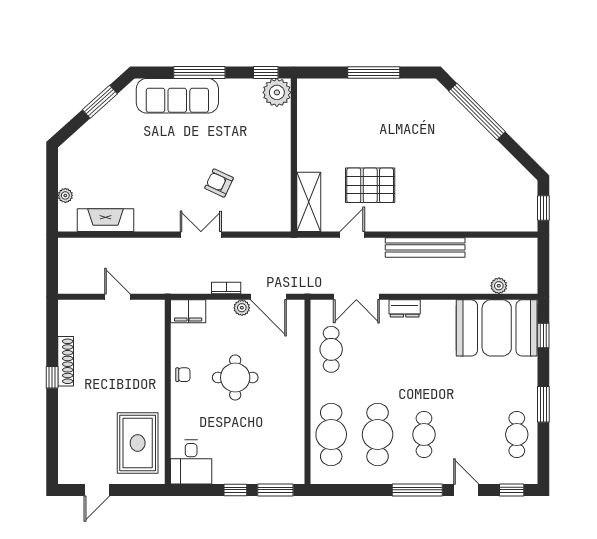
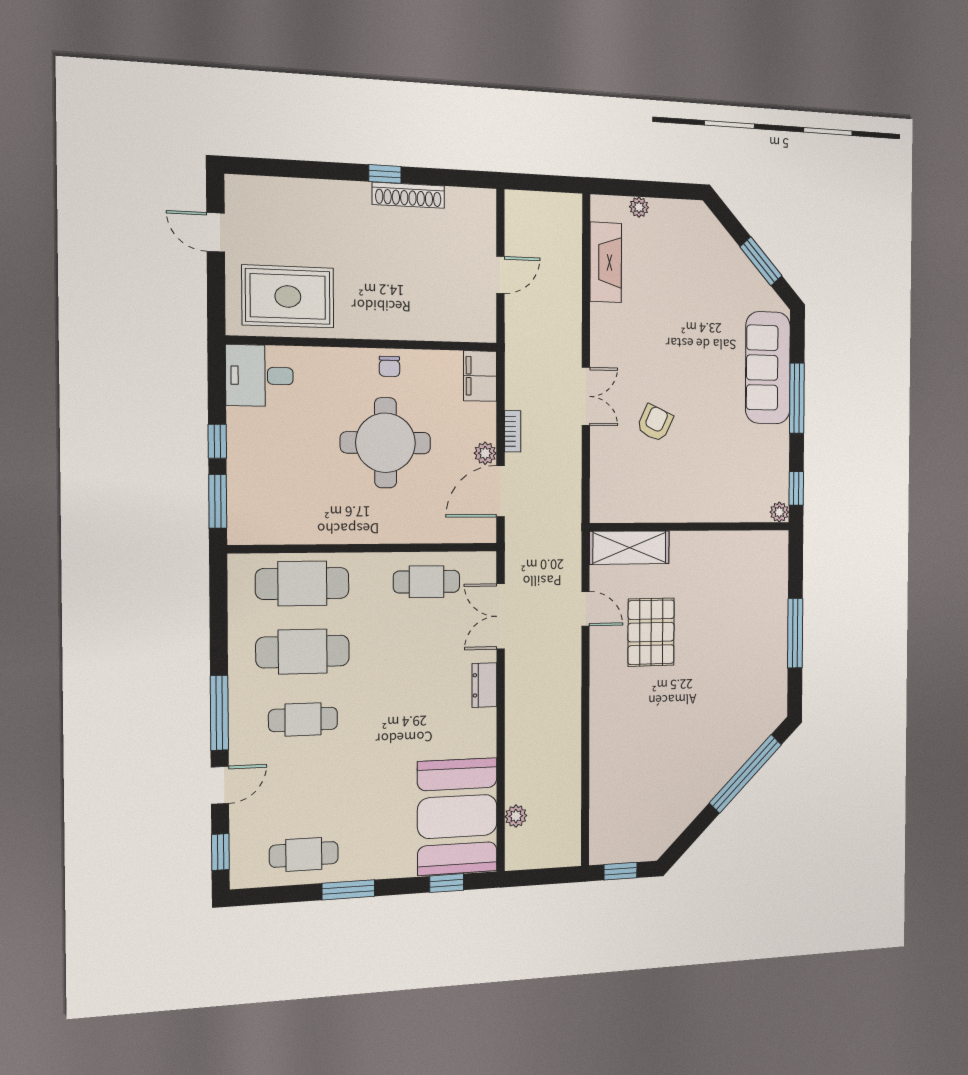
plant: (277, 92) -> (779, 512), width x0.53, depth x0.53
bench: (425, 247) -> (568, 711), removed
round table: (235, 378) -> (386, 443), width x1.36, depth x1.36

